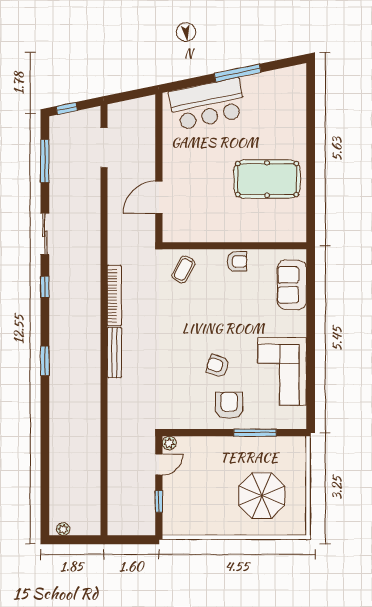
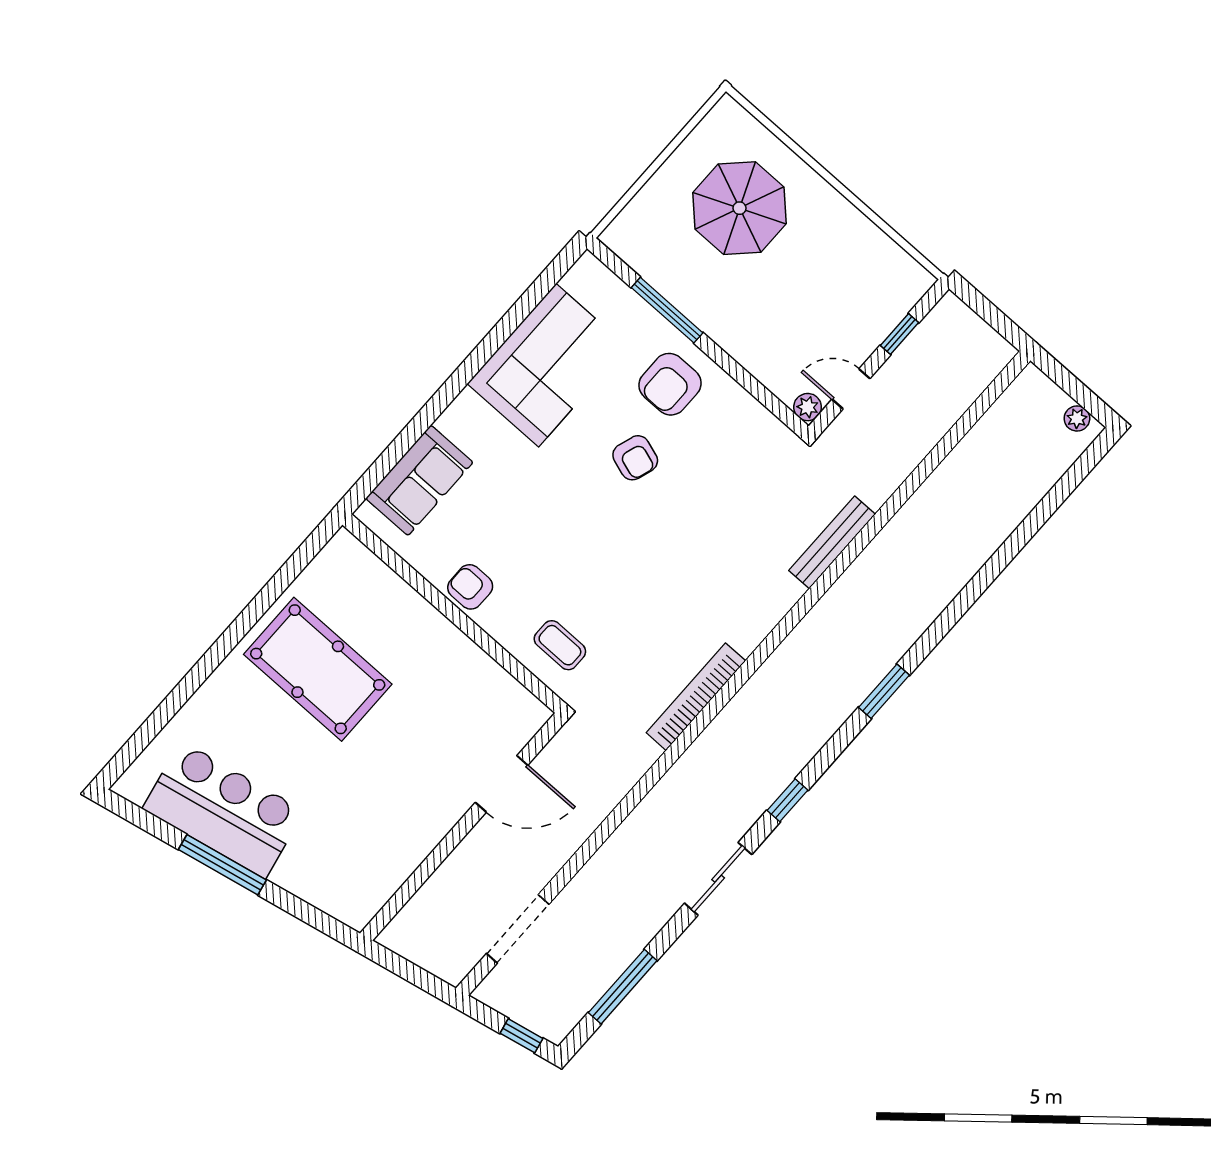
bar counter: (207, 104) -> (223, 810), moved
coffee table: (183, 270) -> (560, 645), turned 62
bench: (114, 353) -> (832, 542), moved

